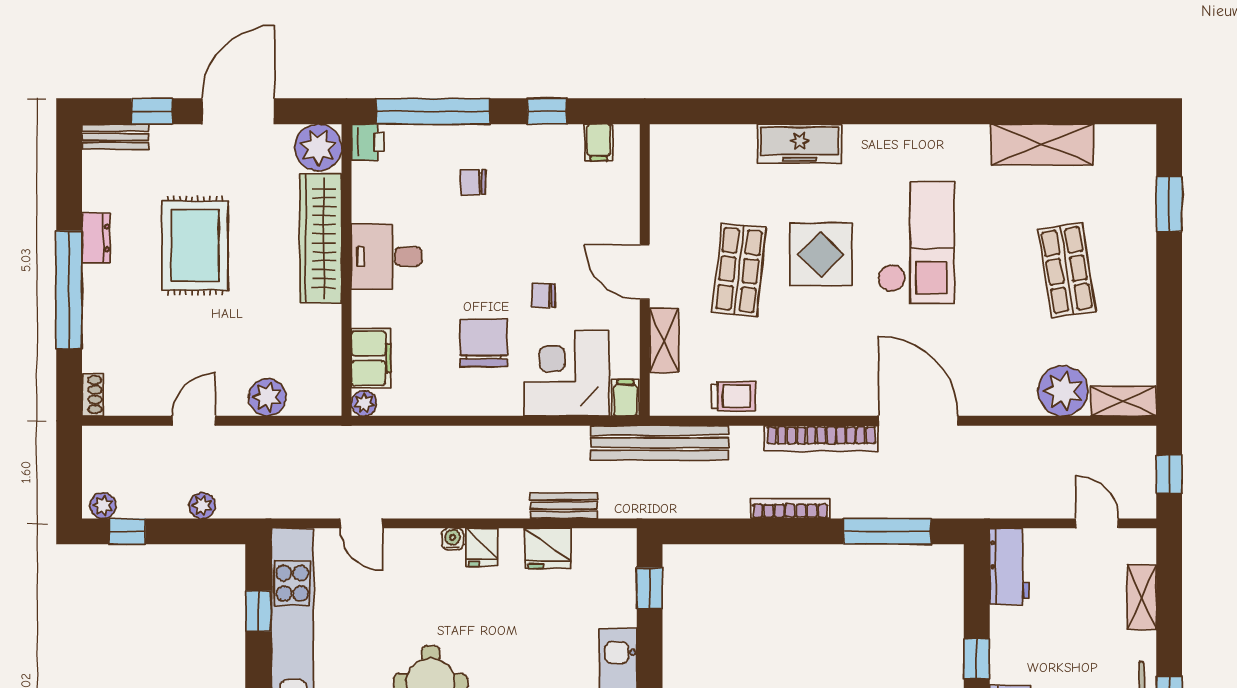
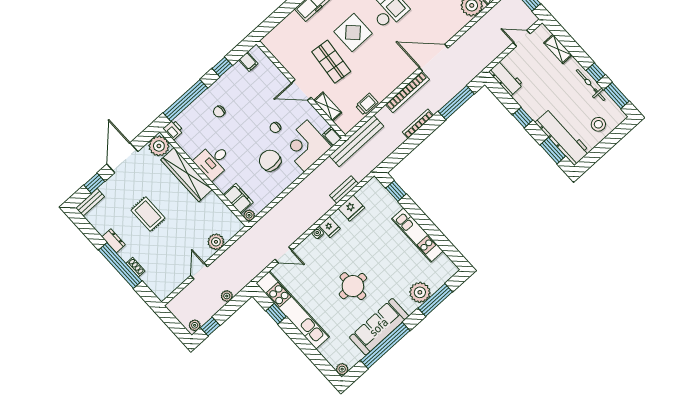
rug: (195, 246) -> (148, 214), width x0.73, depth x0.70
shoe rack: (92, 395) -> (135, 267), moved

